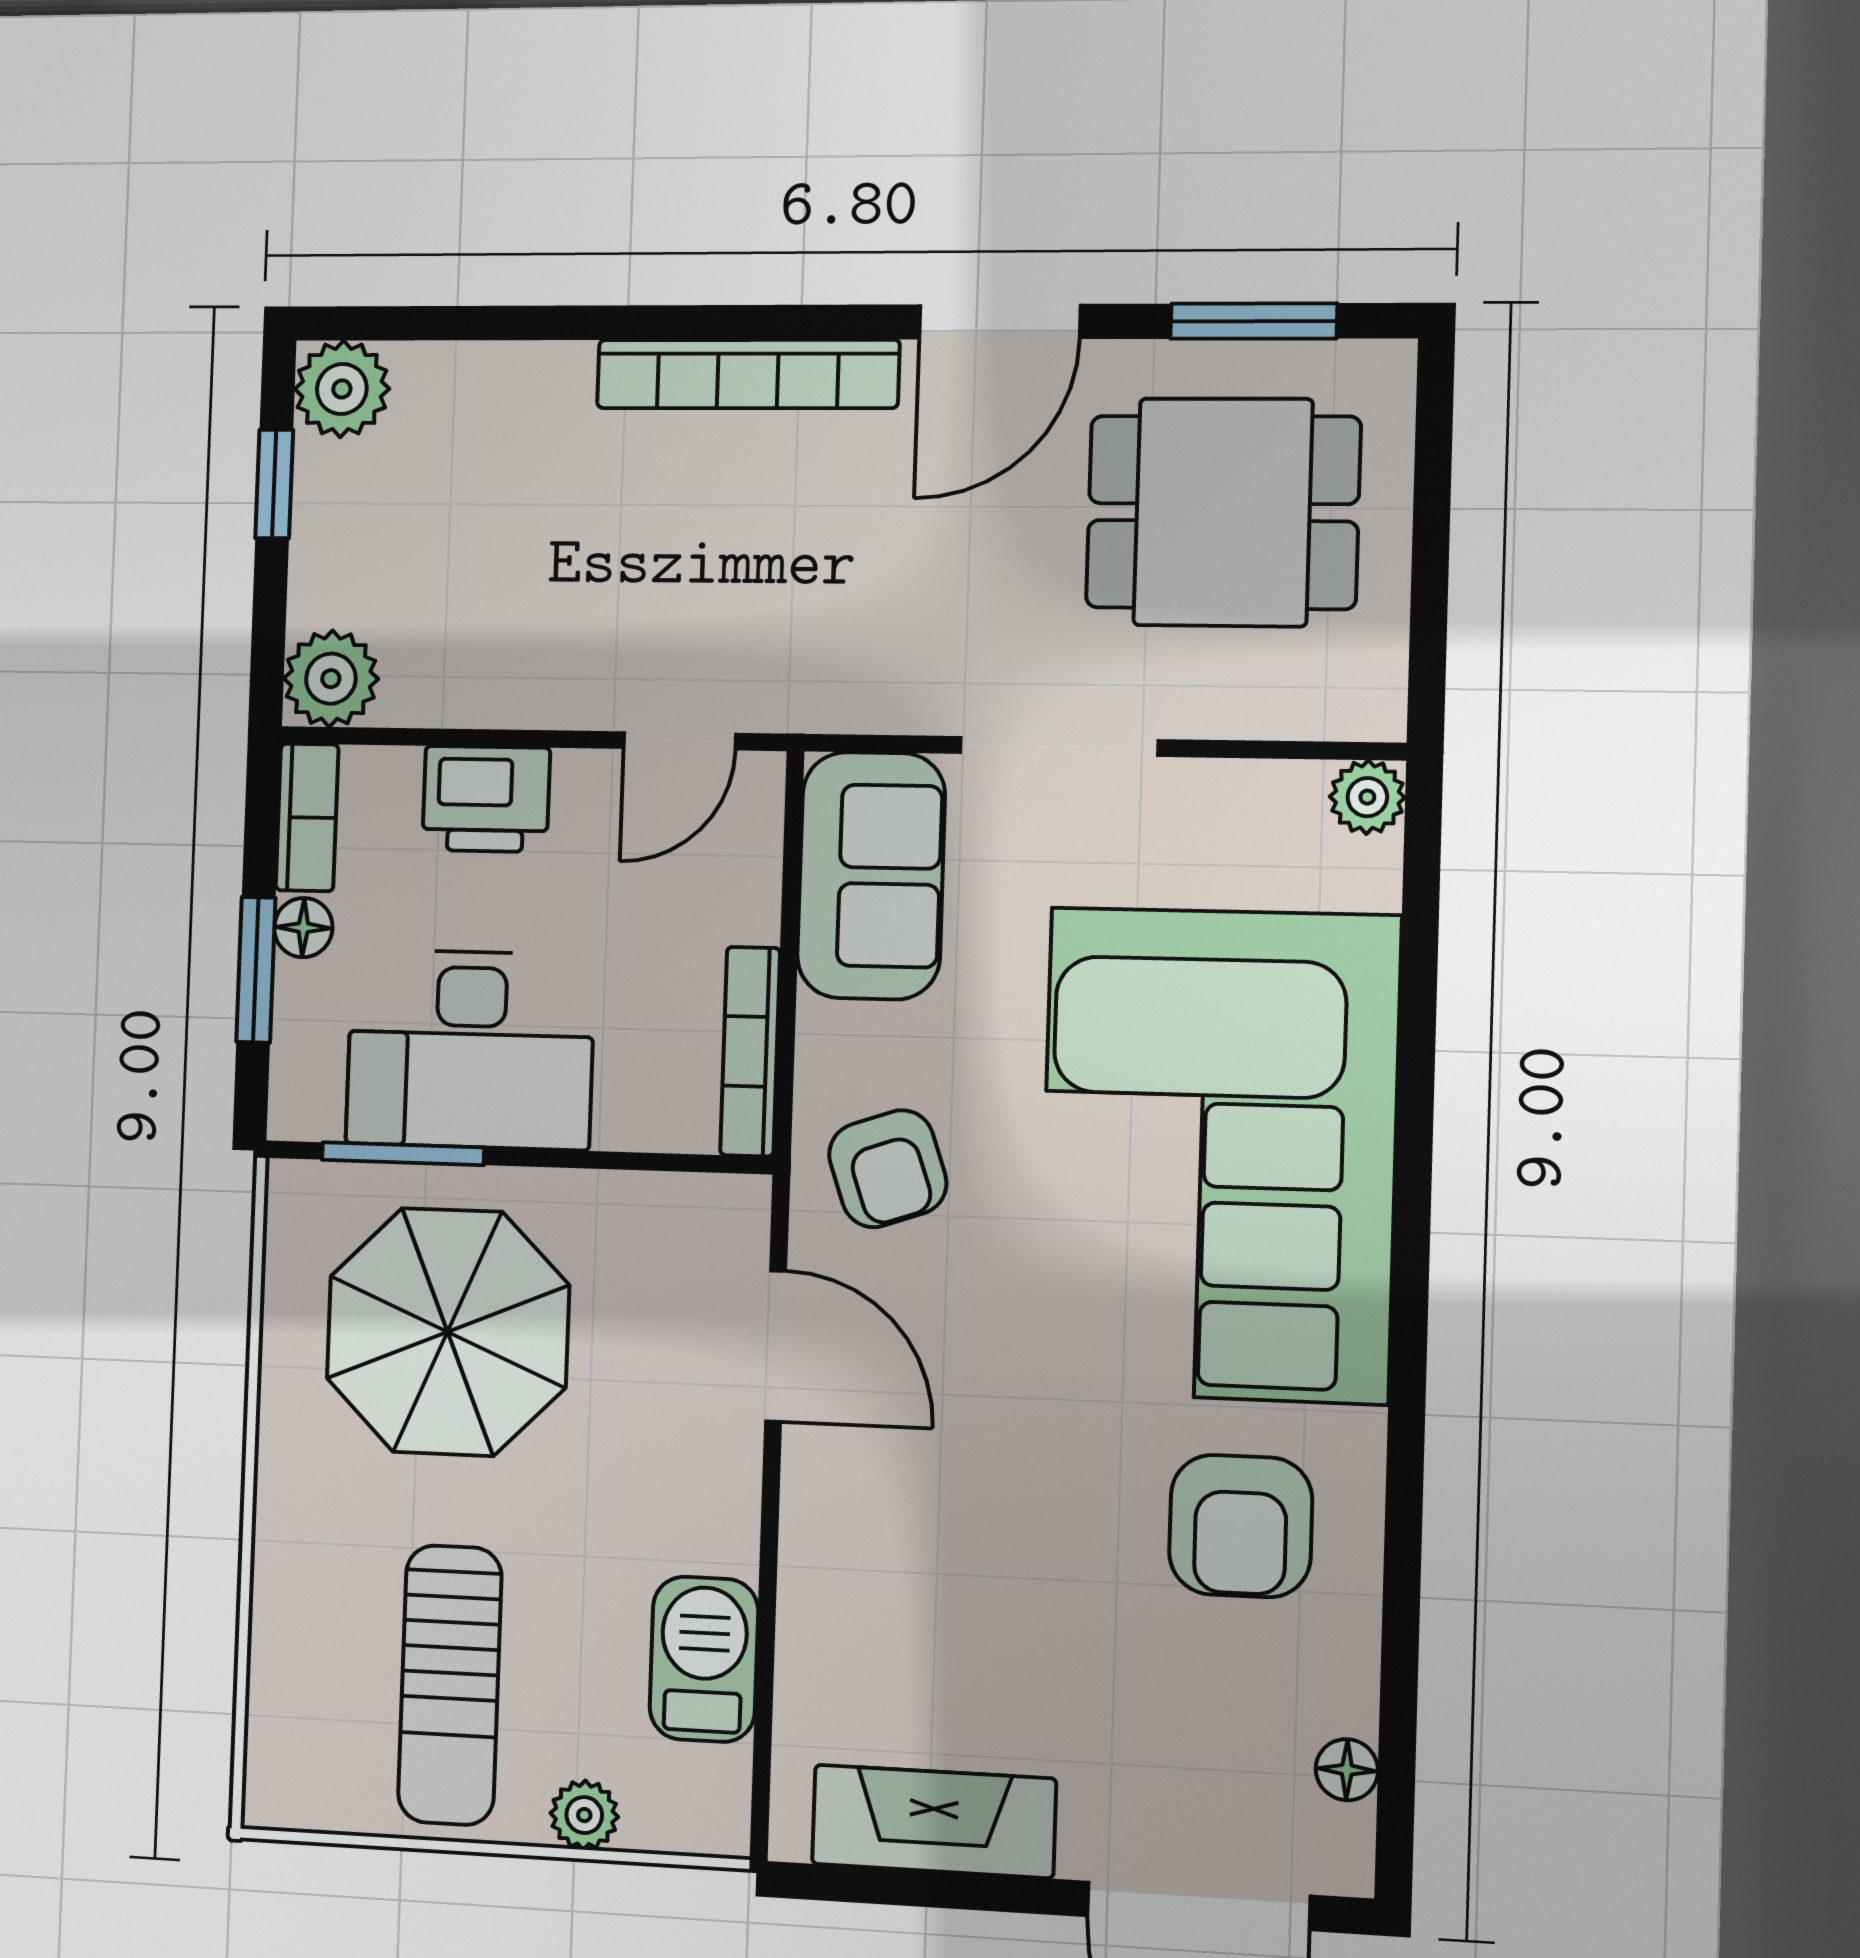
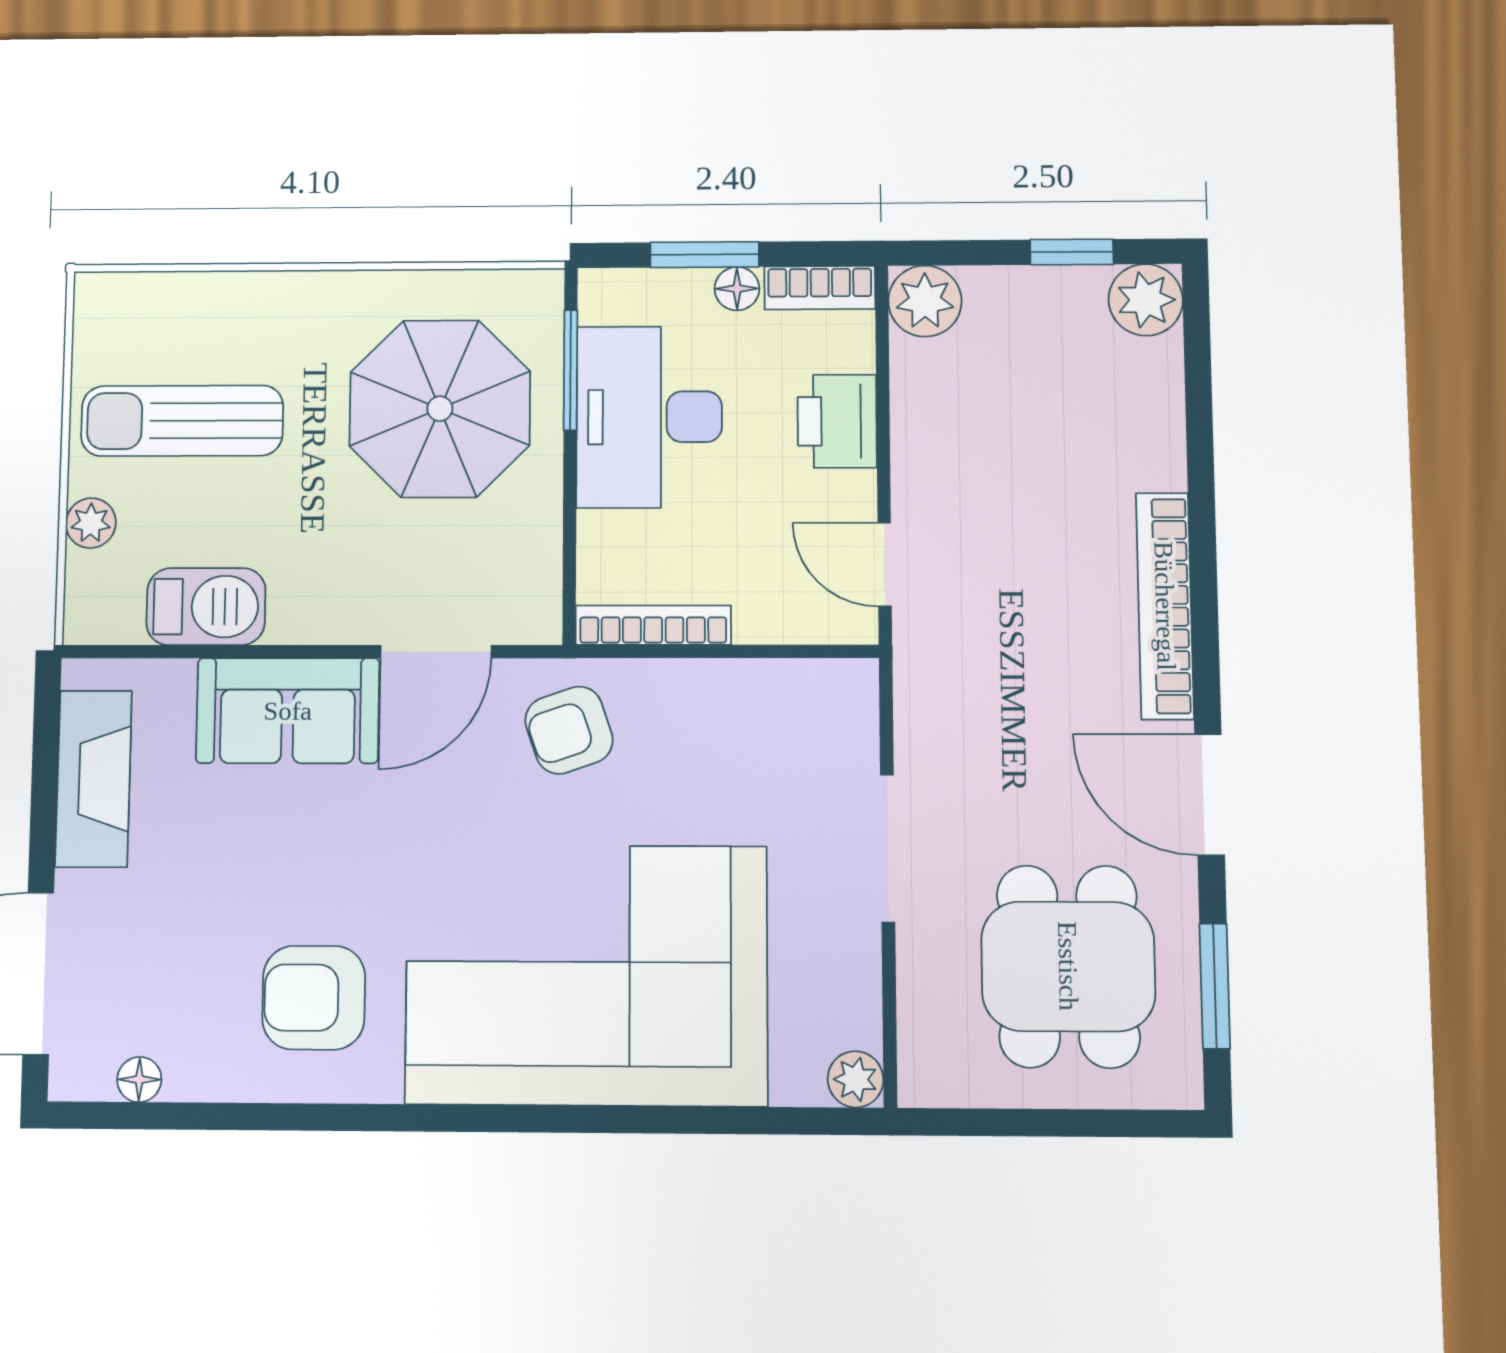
sofa: (871, 876) -> (288, 711), moved

